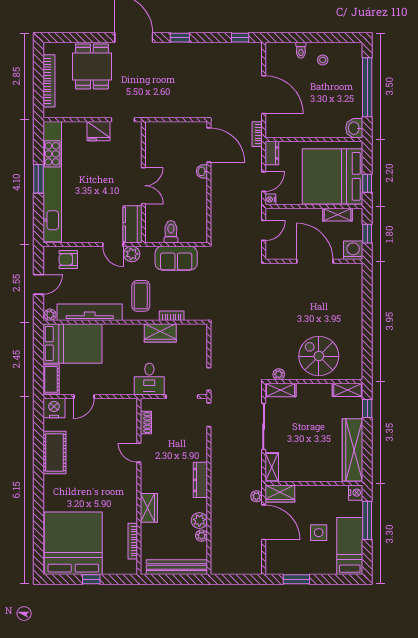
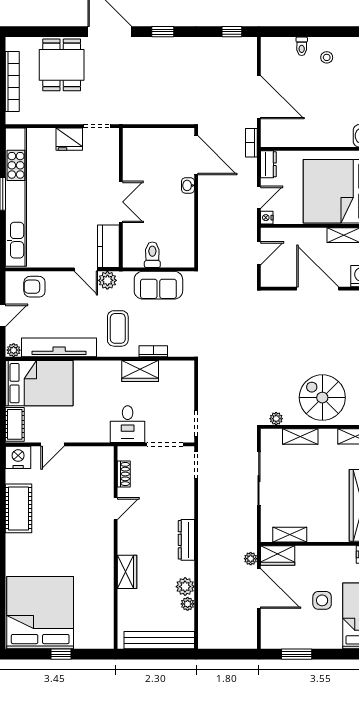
shelving: (281, 390) -> (300, 436), moved
door: (139, 453) -> (116, 509), swing flipped
shelving: (272, 467) -> (290, 535), moved, turned 90
bookcase: (133, 541) -> (109, 610), removed

